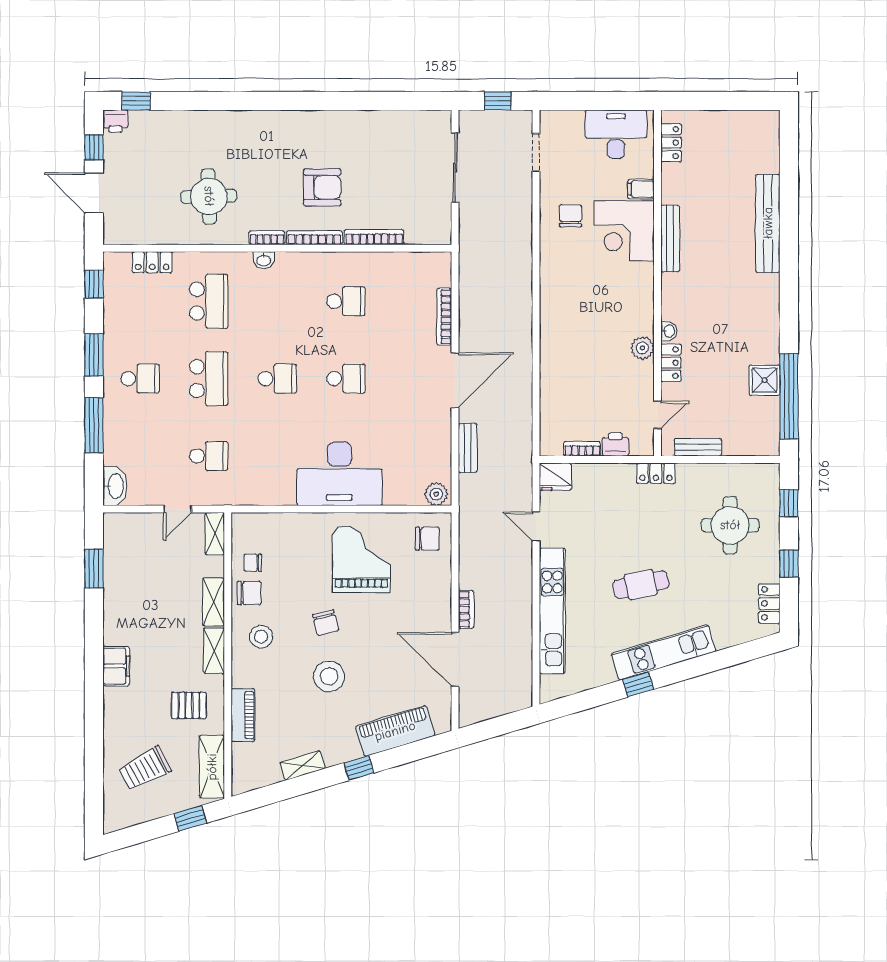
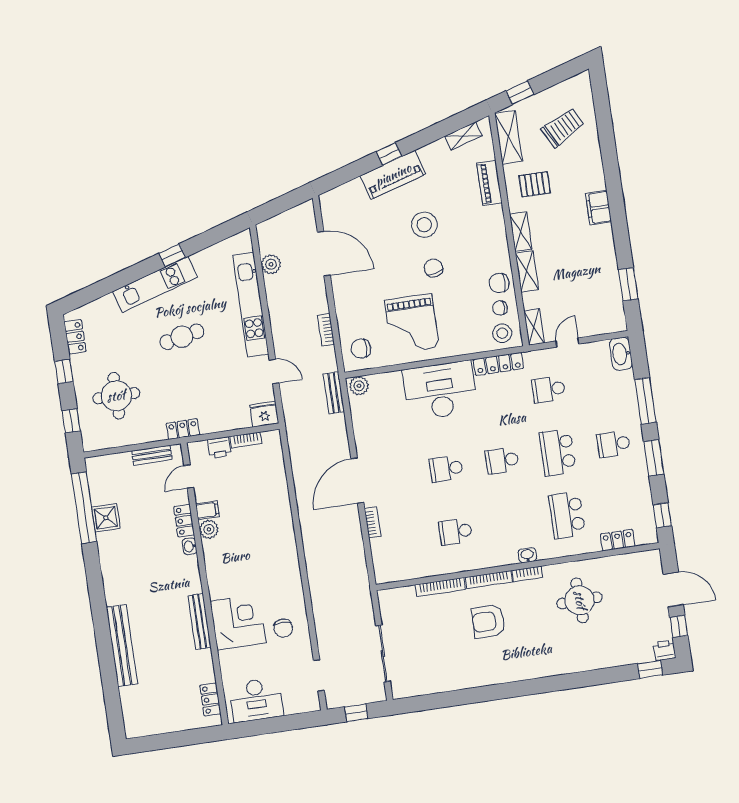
filing cabinet: (641, 189) -> (207, 510), moved
bookcase: (444, 317) -> (372, 522), width x0.64
bench: (468, 448) -> (334, 393), moved
locker: (264, 496) -> (499, 364), added
chair: (253, 563) -> (500, 308), turned 180
bookcase: (466, 609) -> (326, 330), moved
stool: (261, 637) -> (502, 333), moved
plant: (521, 656) -> (271, 264), added
piano: (395, 731) -> (393, 175), moved
shelving: (302, 766) -> (463, 136), moved

